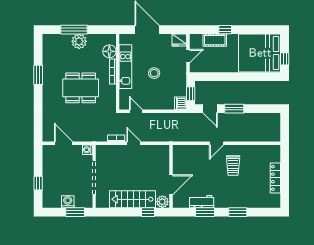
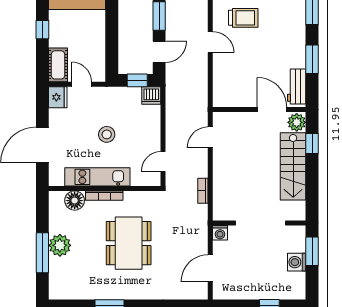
cot: (215, 40) -> (58, 65), moved
door: (134, 143) -> (210, 137), moved
workbench: (202, 202) -> (297, 86), moved

